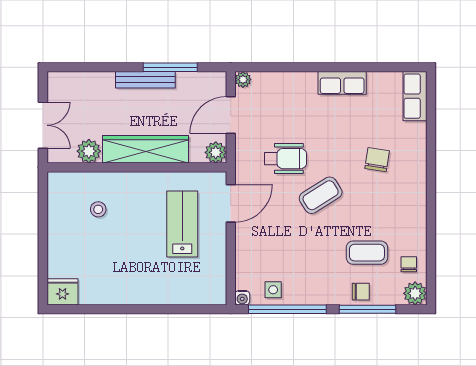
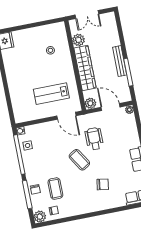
wheelchair: (285, 159) -> (94, 139), turned 180
lab bench: (182, 224) -> (51, 94), turned 180

